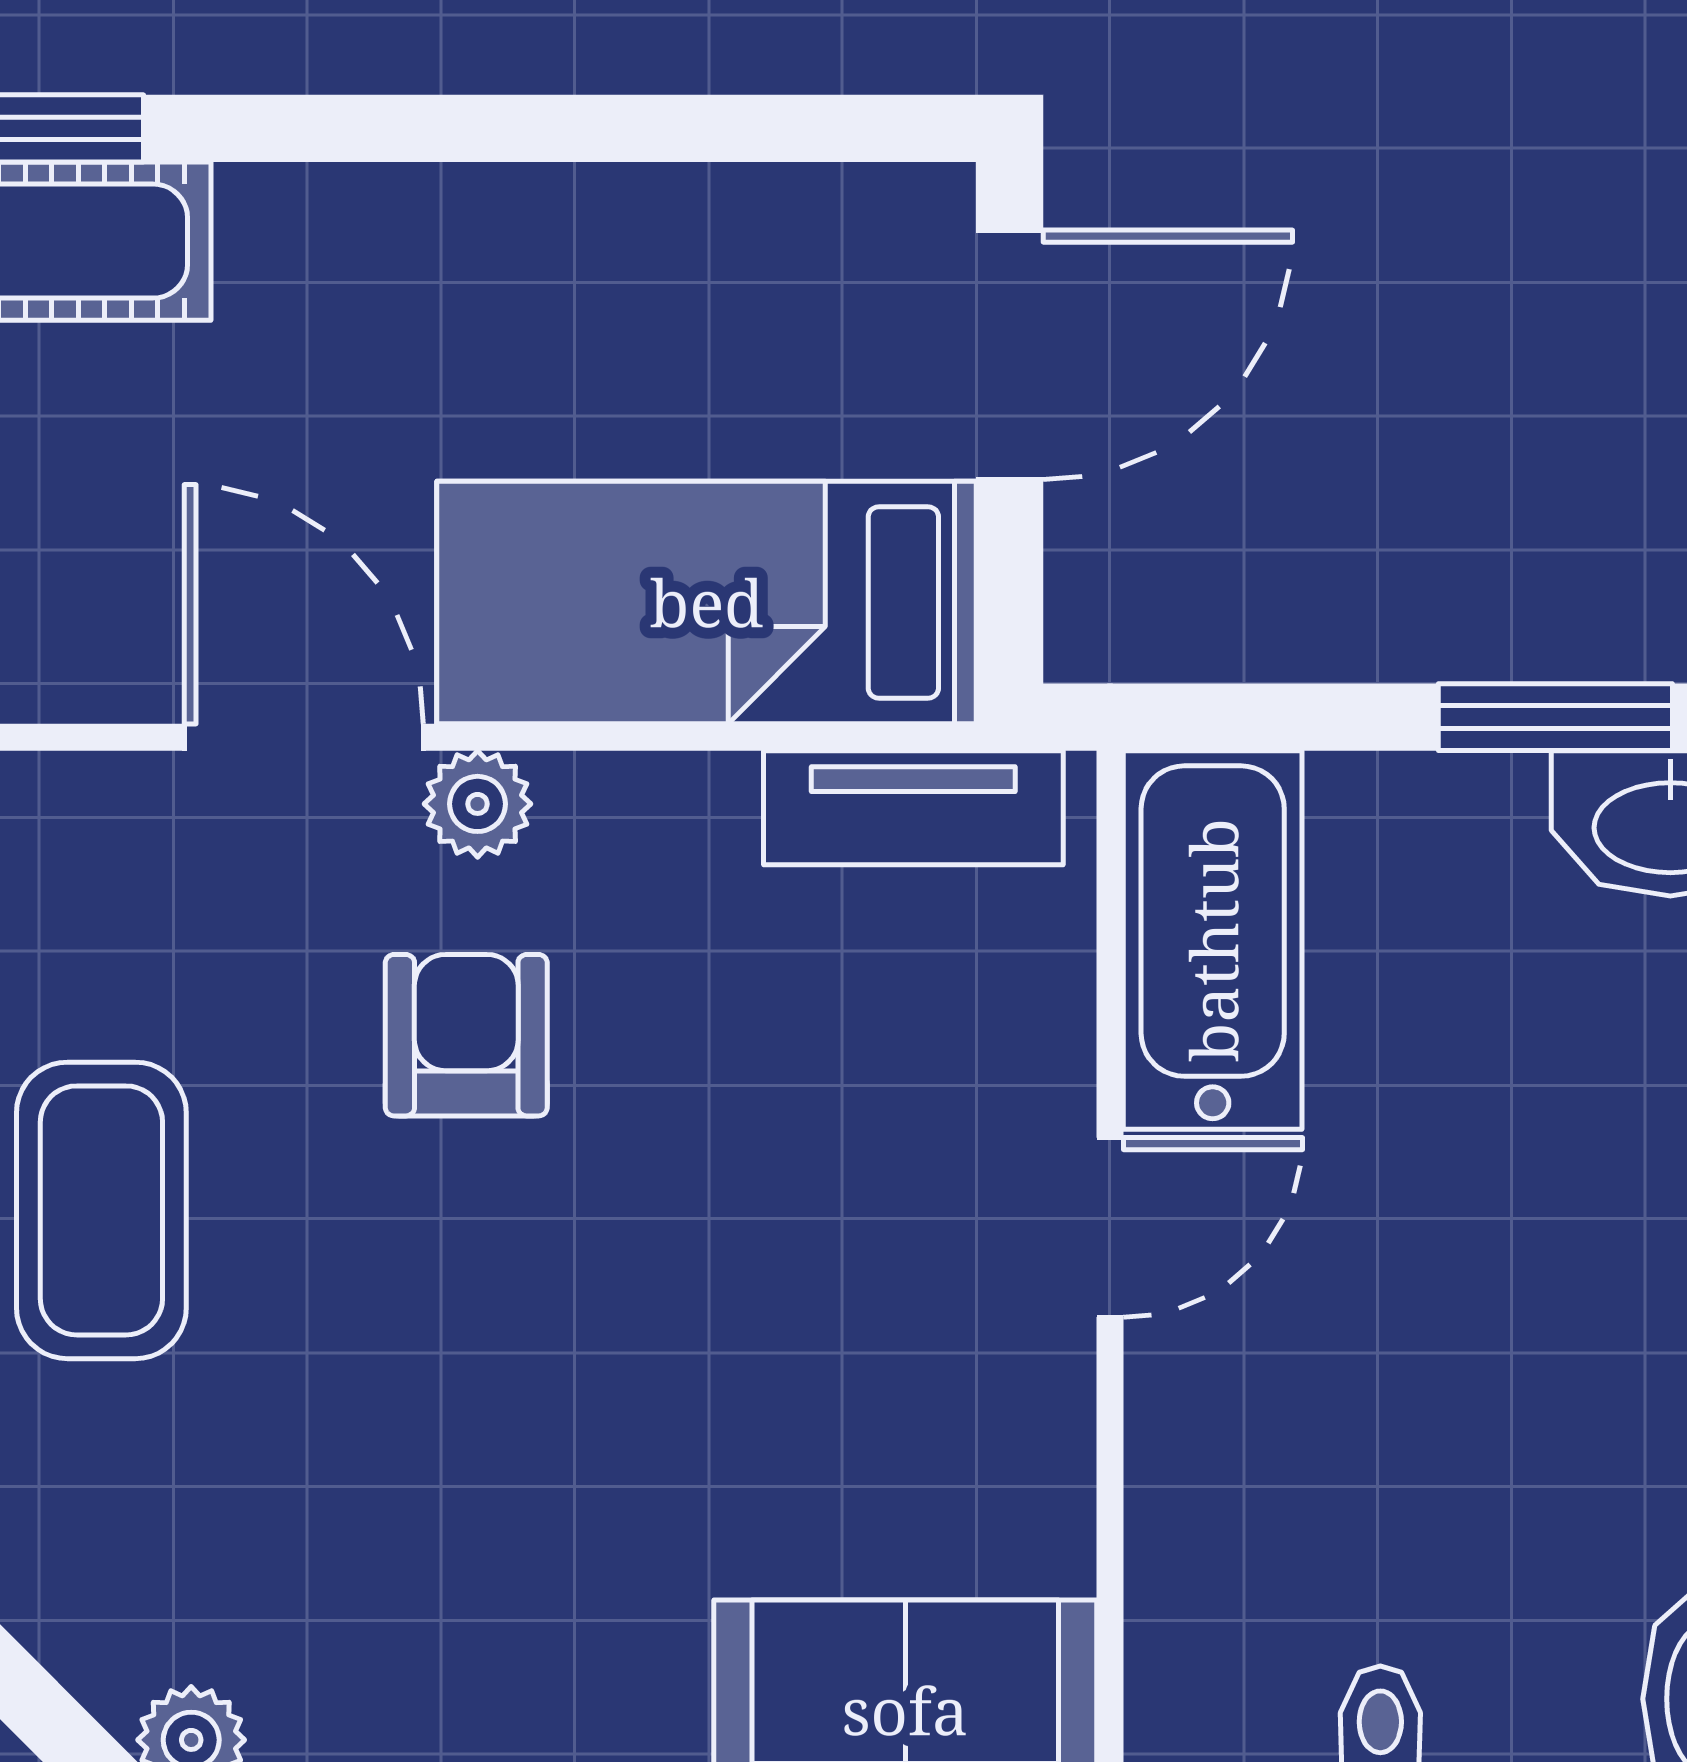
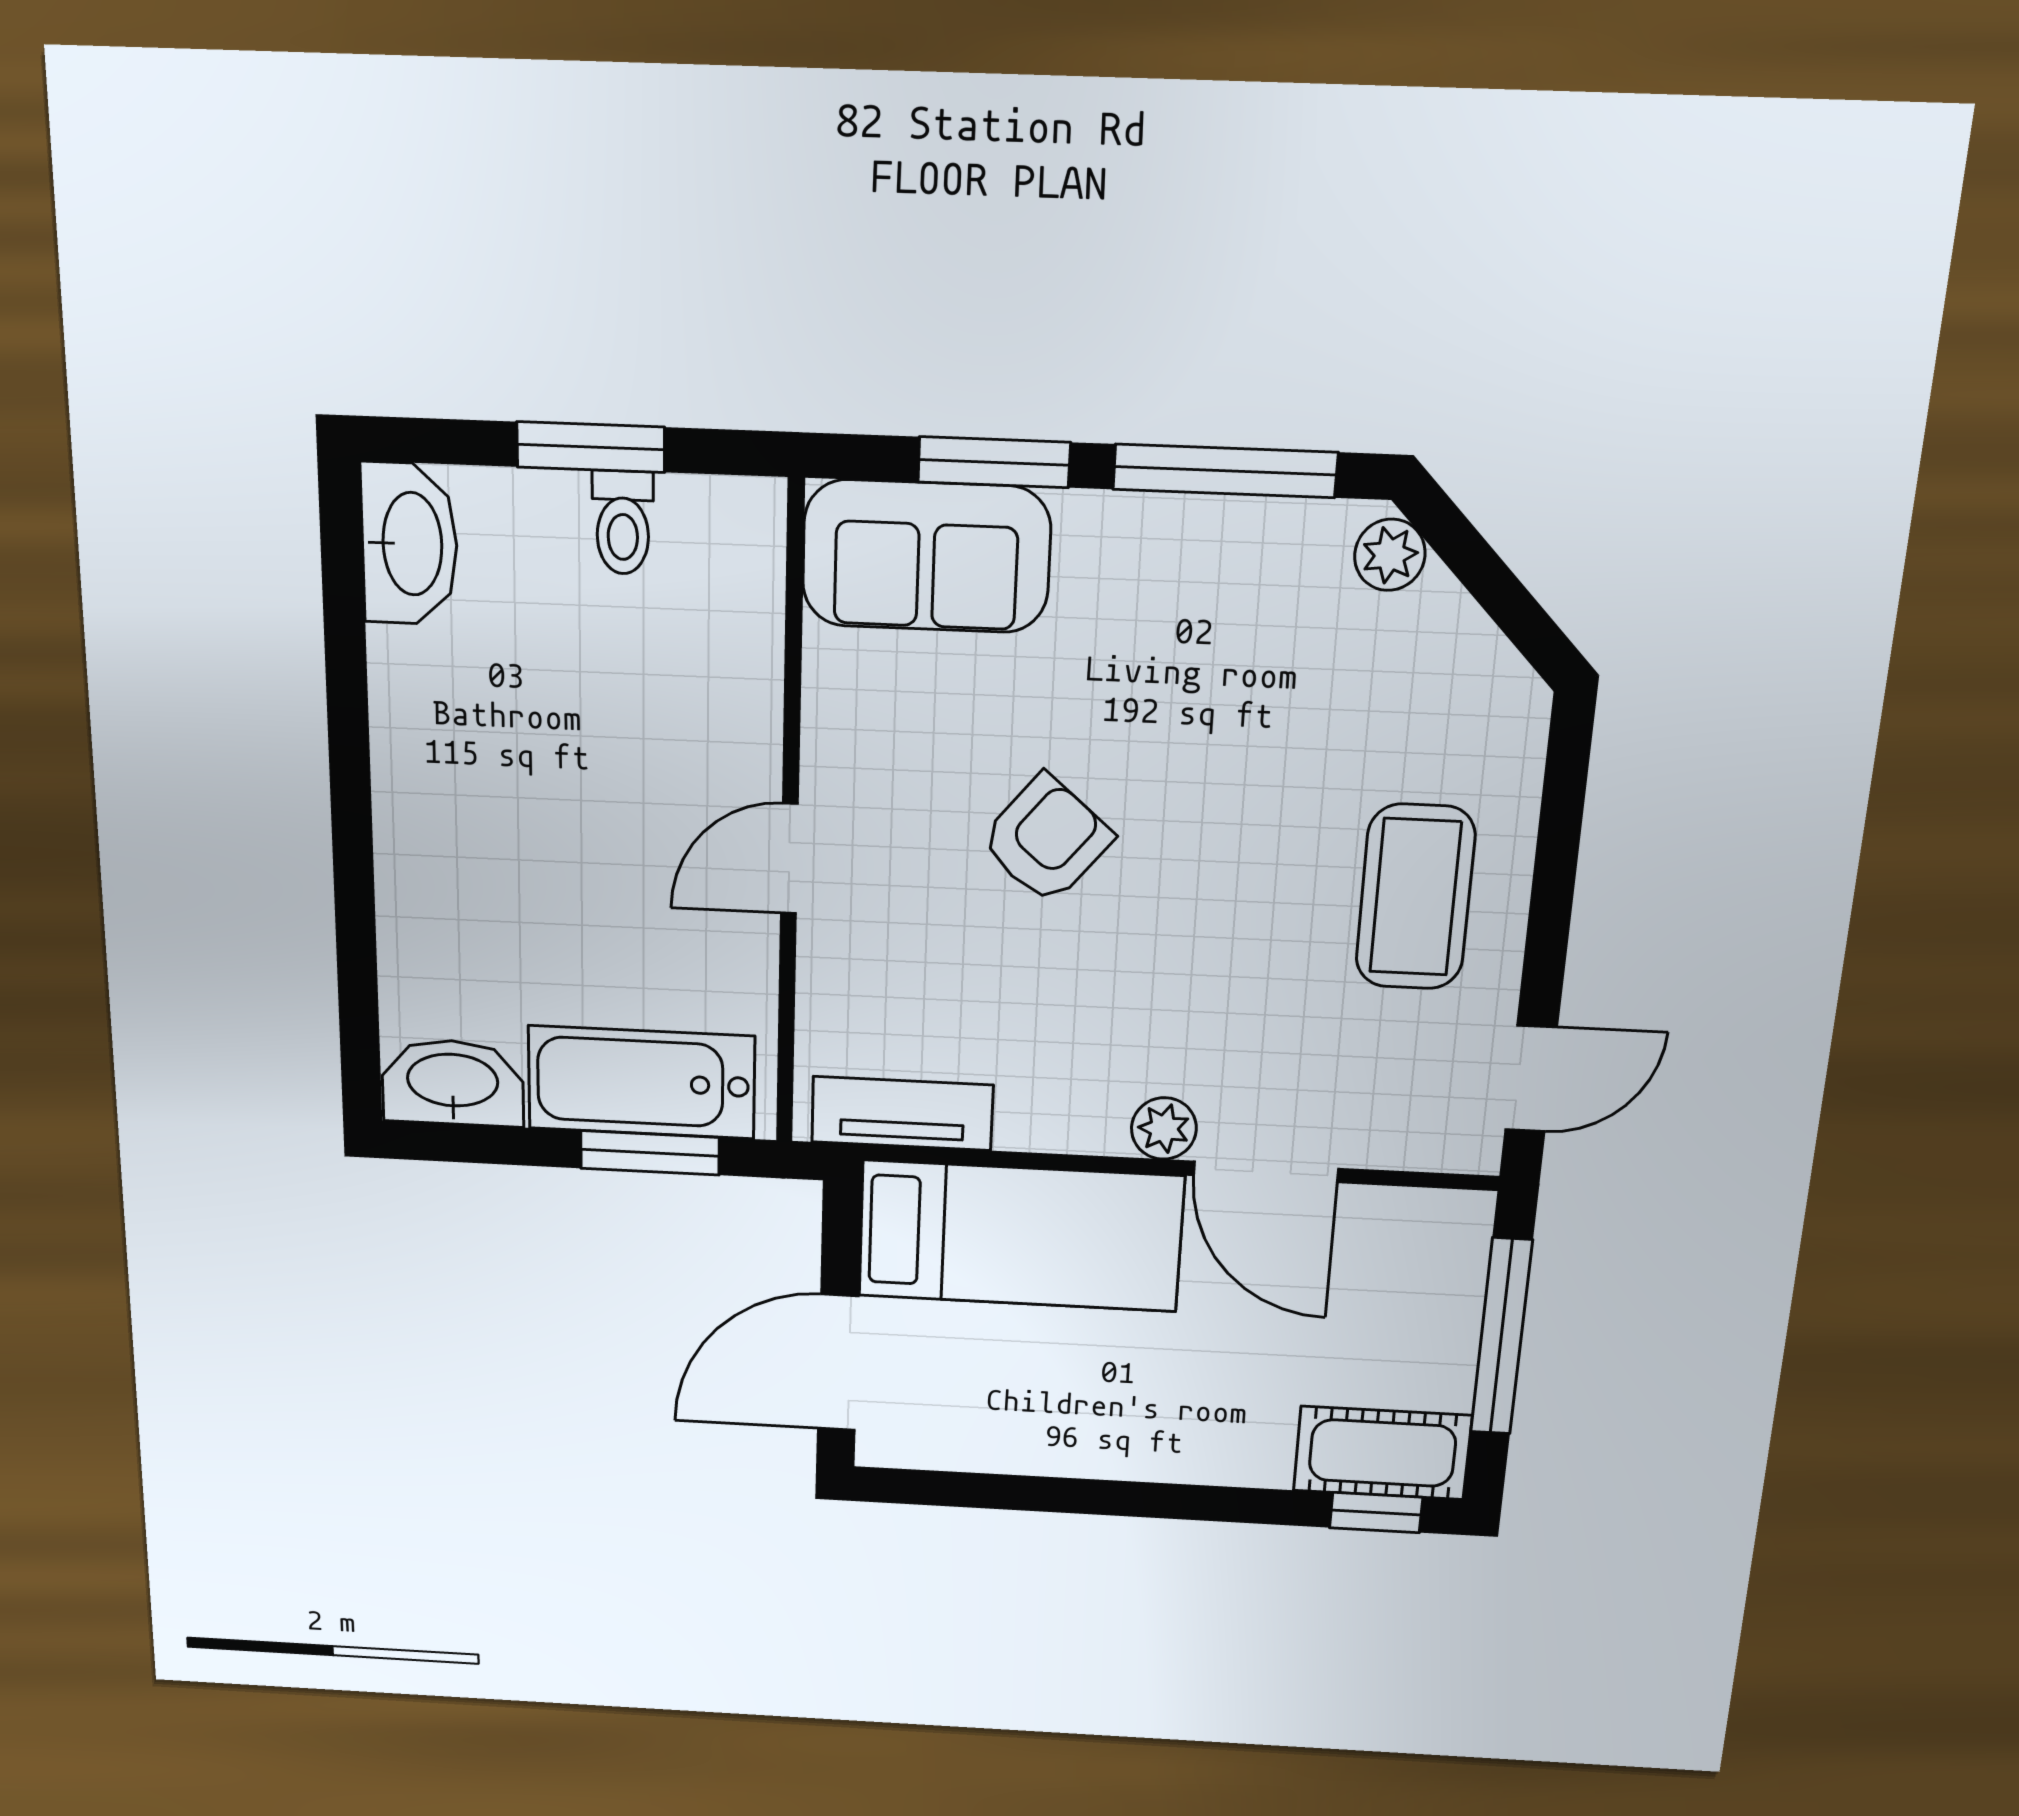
window: (1555, 717) -> (650, 1153), moved
bathtub: (1213, 940) -> (641, 1082), moved, turned 90
armchair: (466, 1035) -> (1046, 839), moved, turned -140

